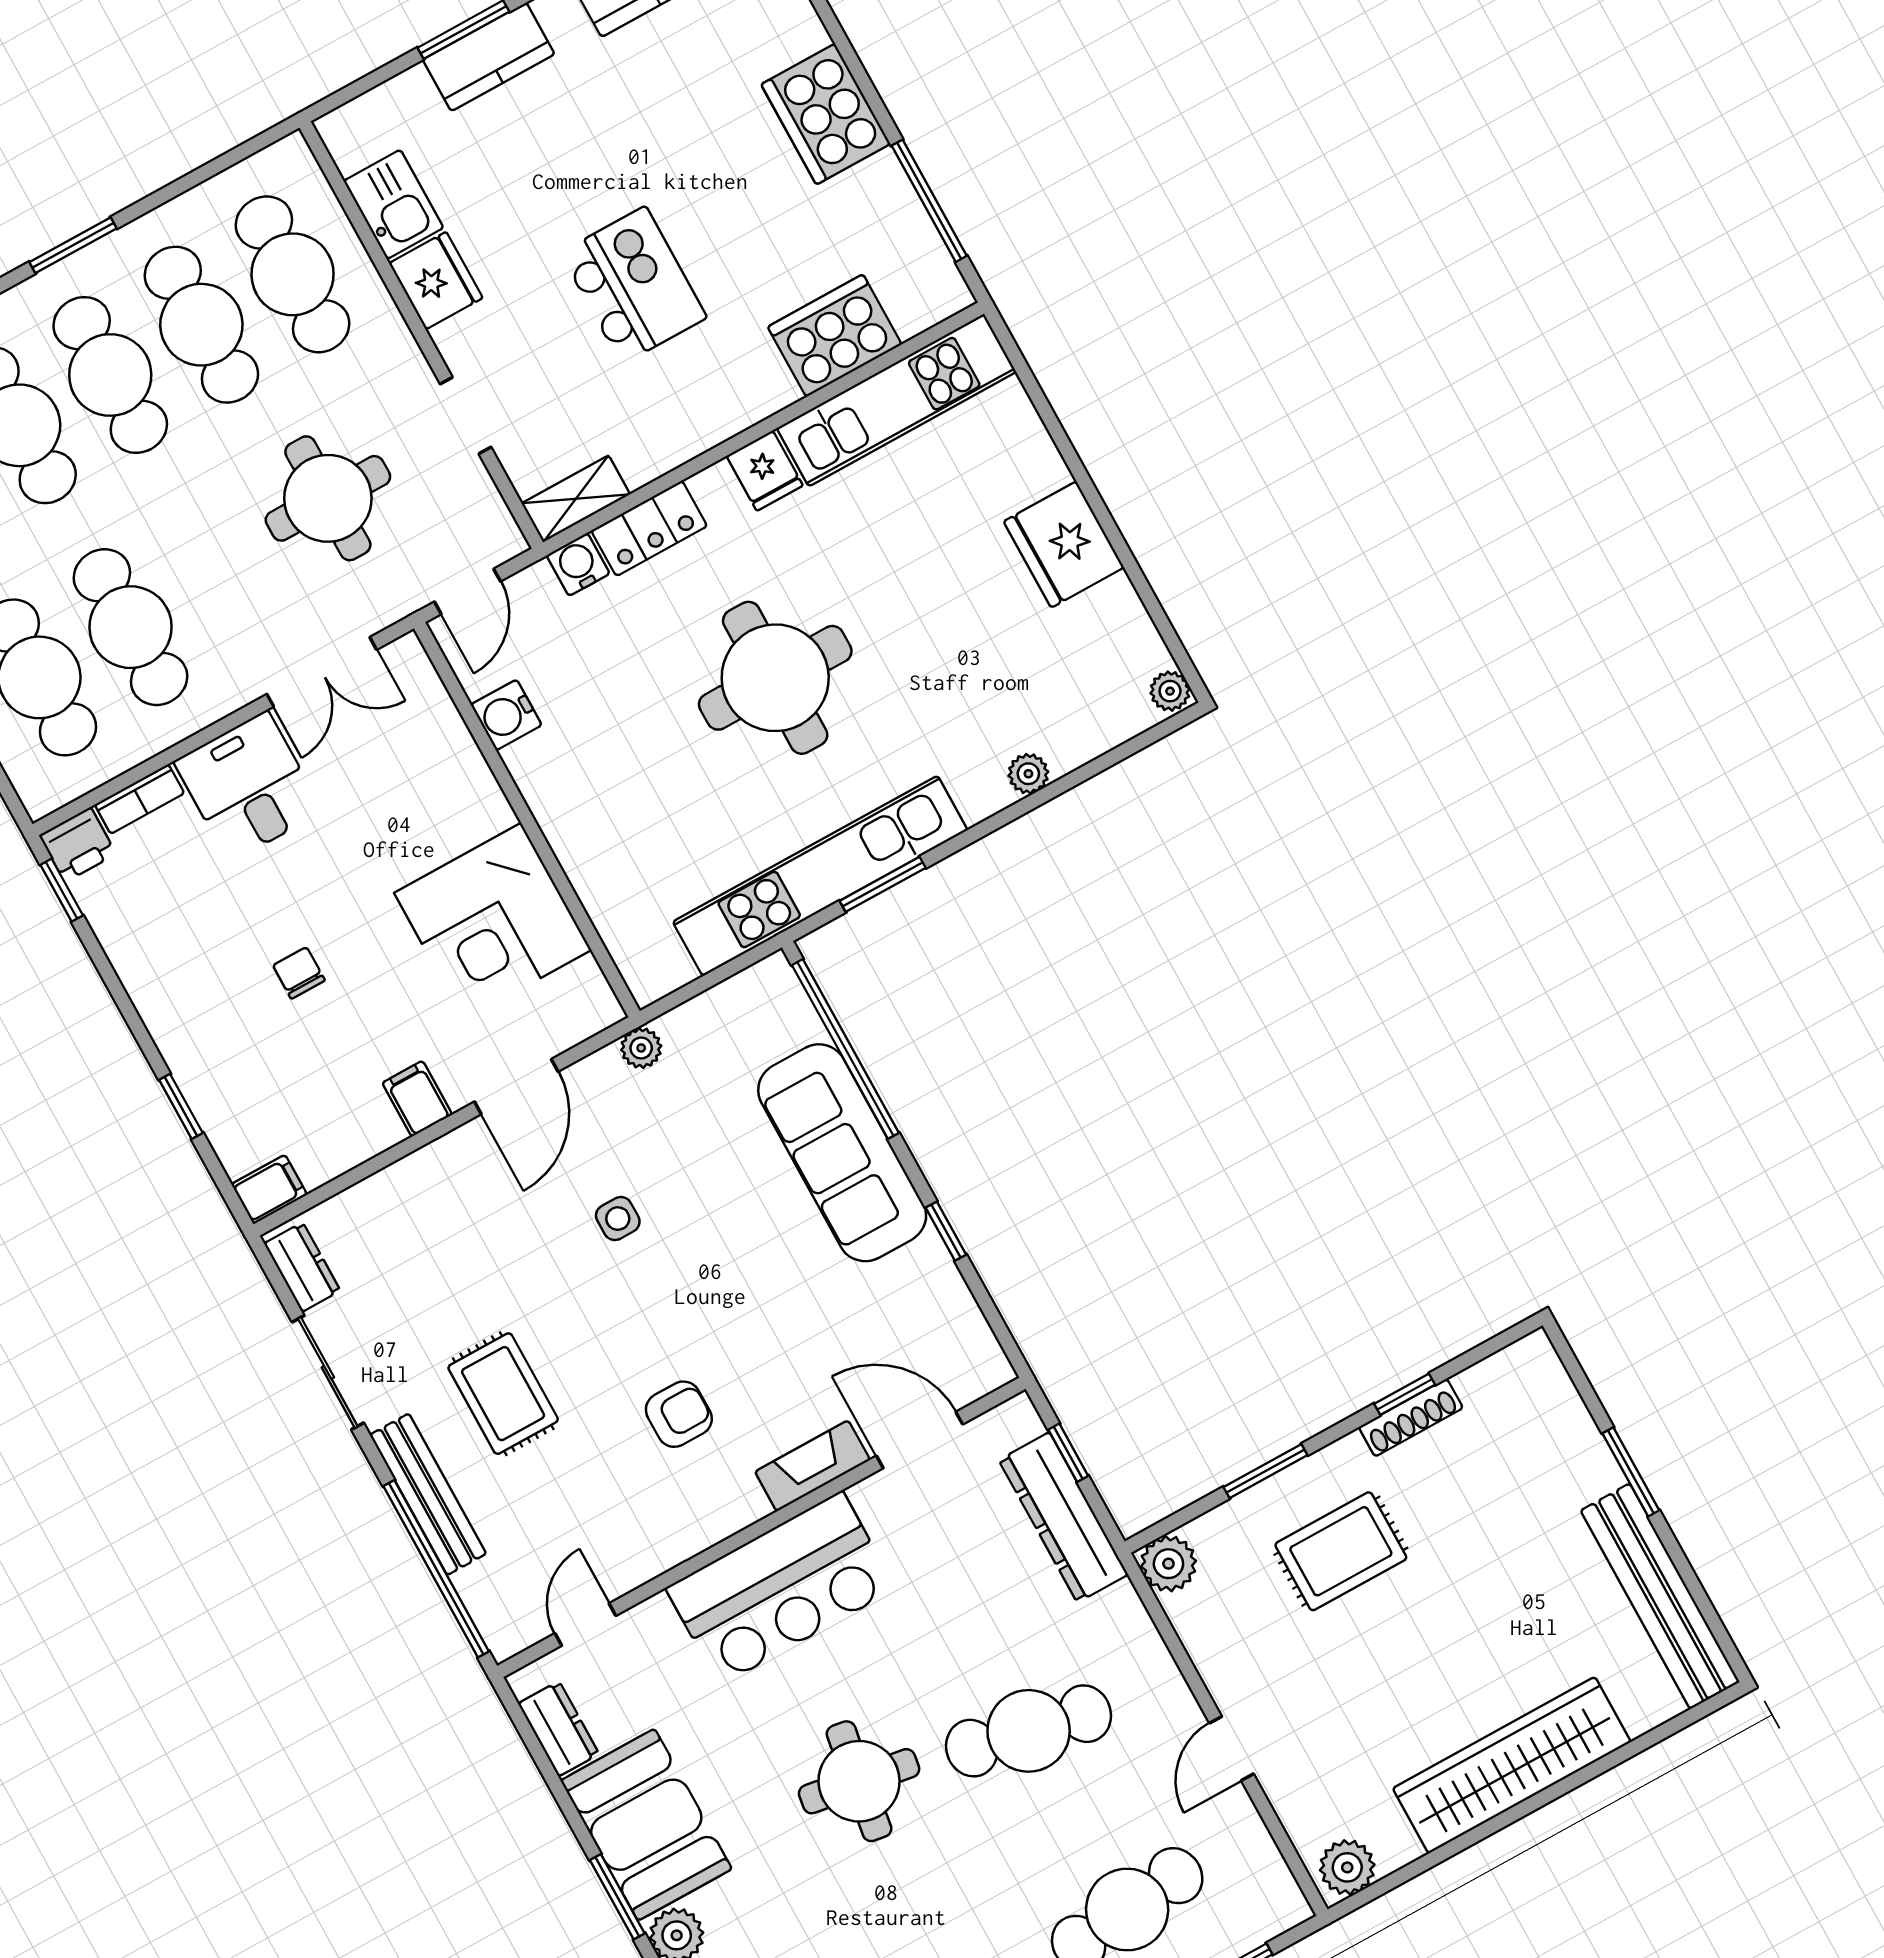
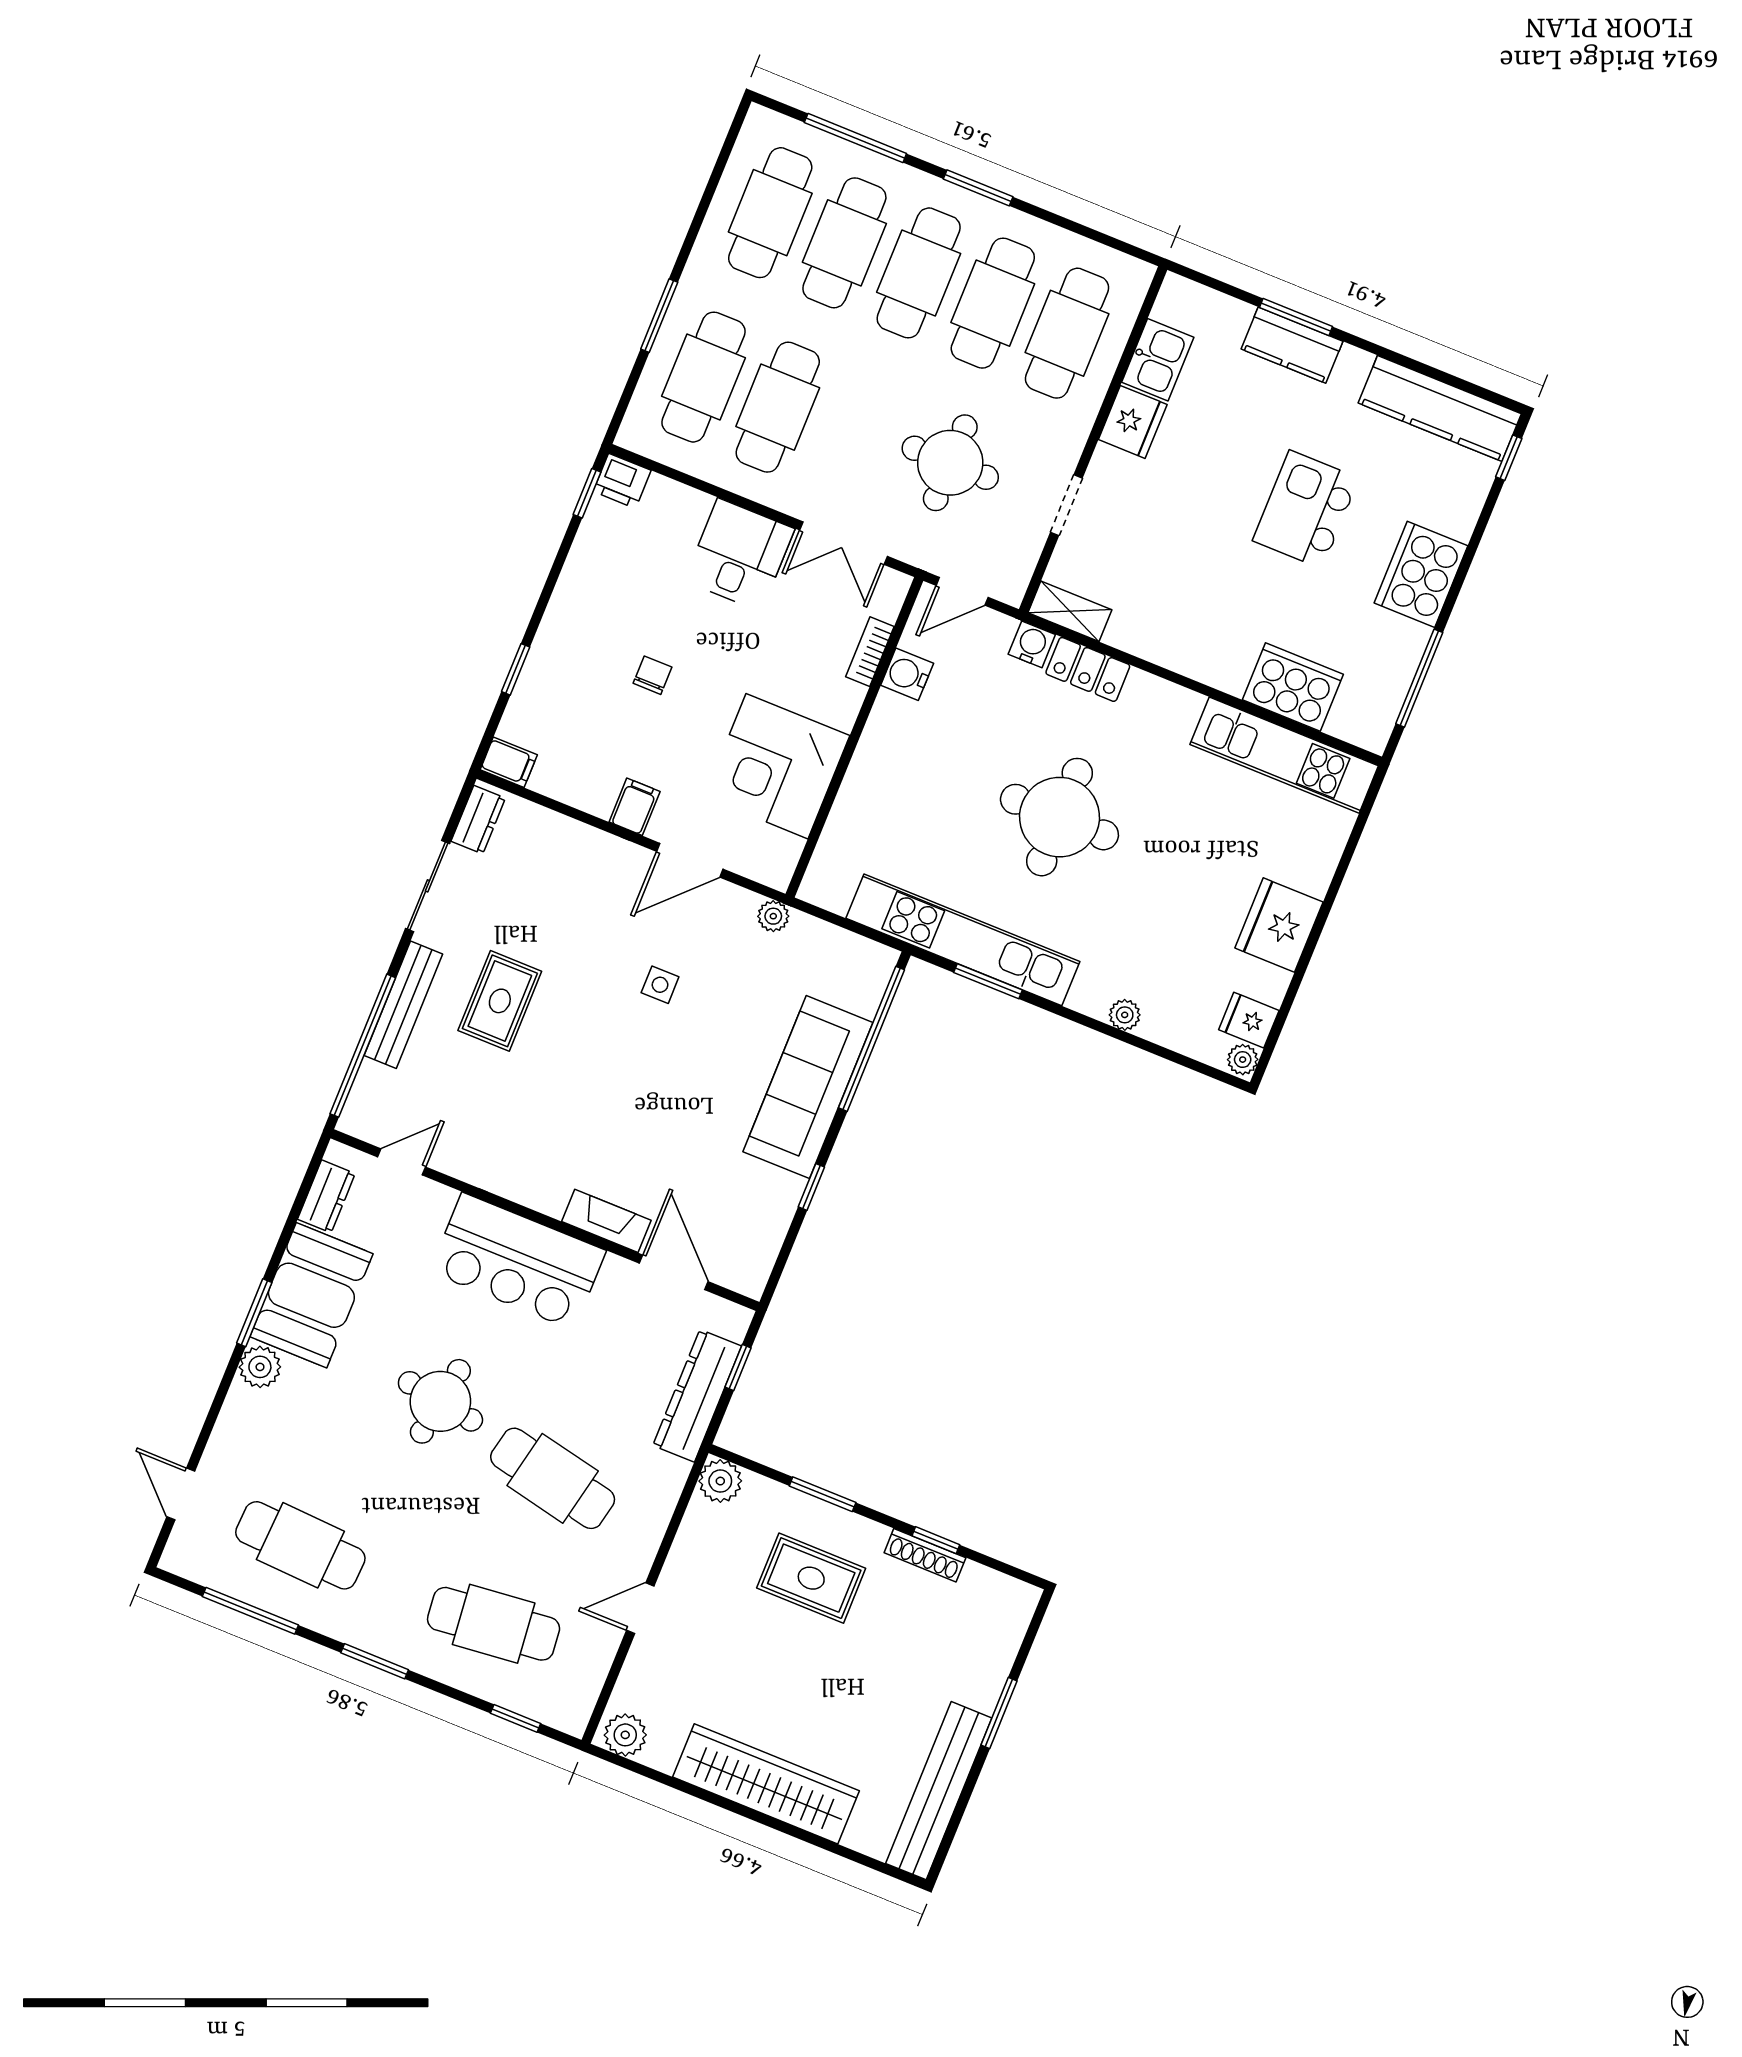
kitchen island: (634, 285) -> (1306, 509), moved, turned 180
fridge: (765, 471) -> (1249, 1020), moved, turned 90
bookcase: (139, 799) -> (870, 652), moved, turned 90
armchair: (679, 1414) -> (573, 1116), removed

